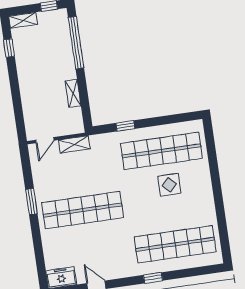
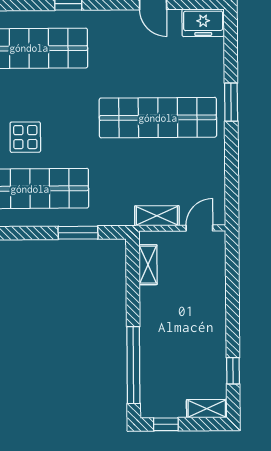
shelving: (73, 93) -> (148, 265), moved
window: (125, 126) -> (78, 233), width x1.50
window: (31, 202) -> (231, 102), moved

